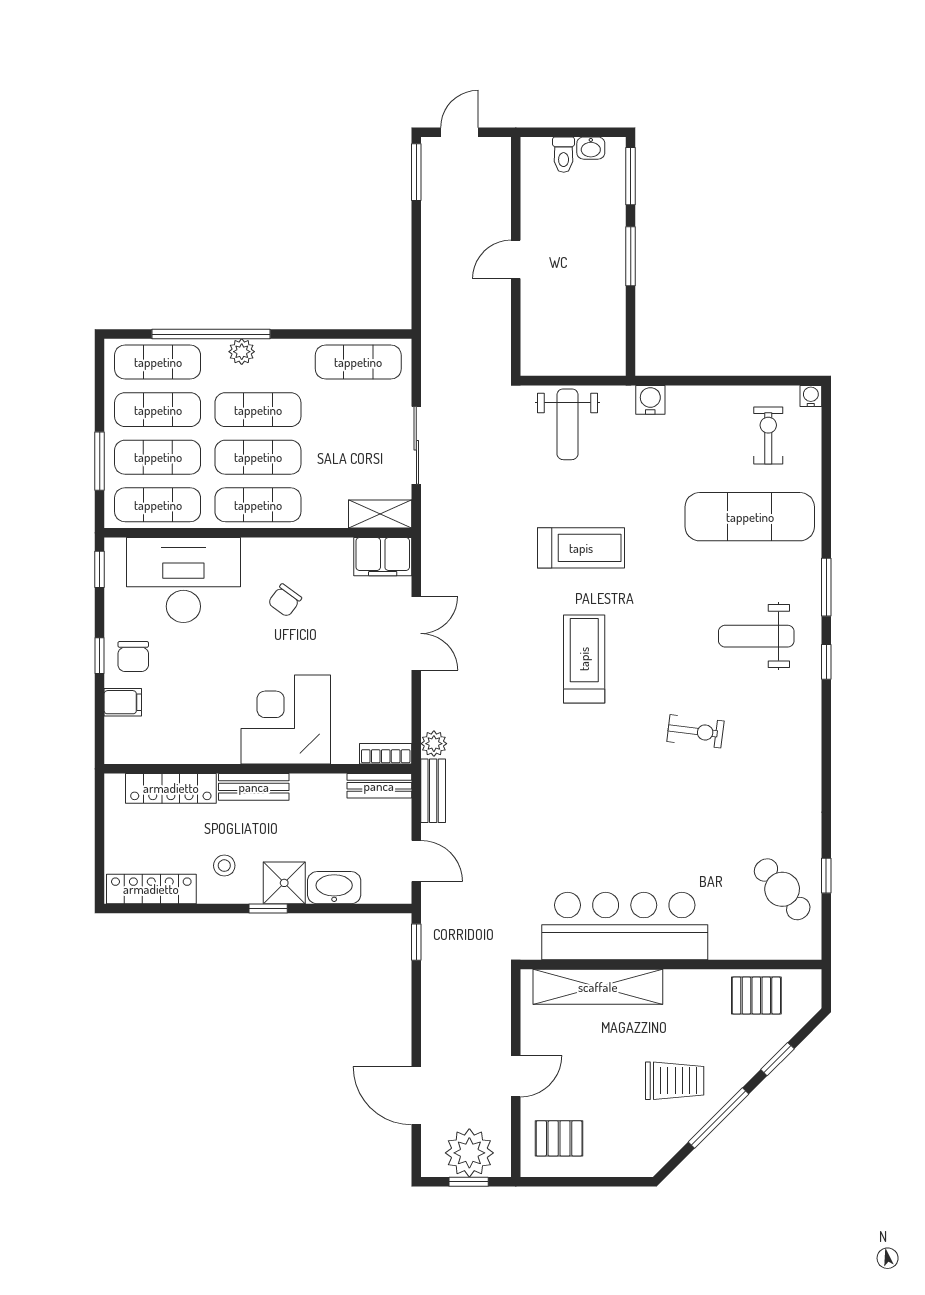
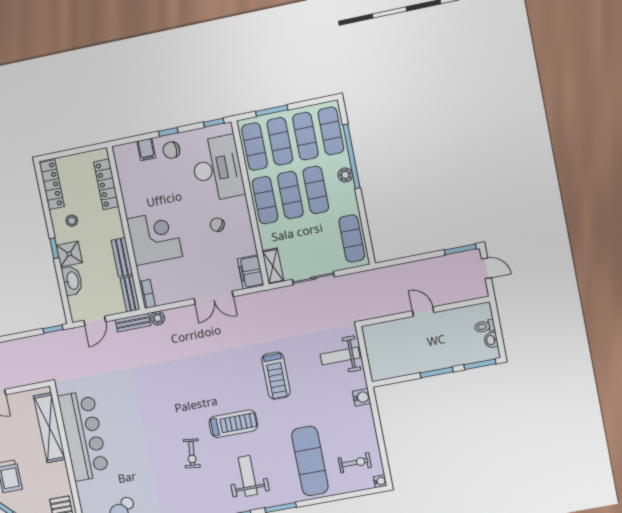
treadmill: (584, 659) -> (233, 424), moved
bench: (254, 787) -> (122, 257), moved

